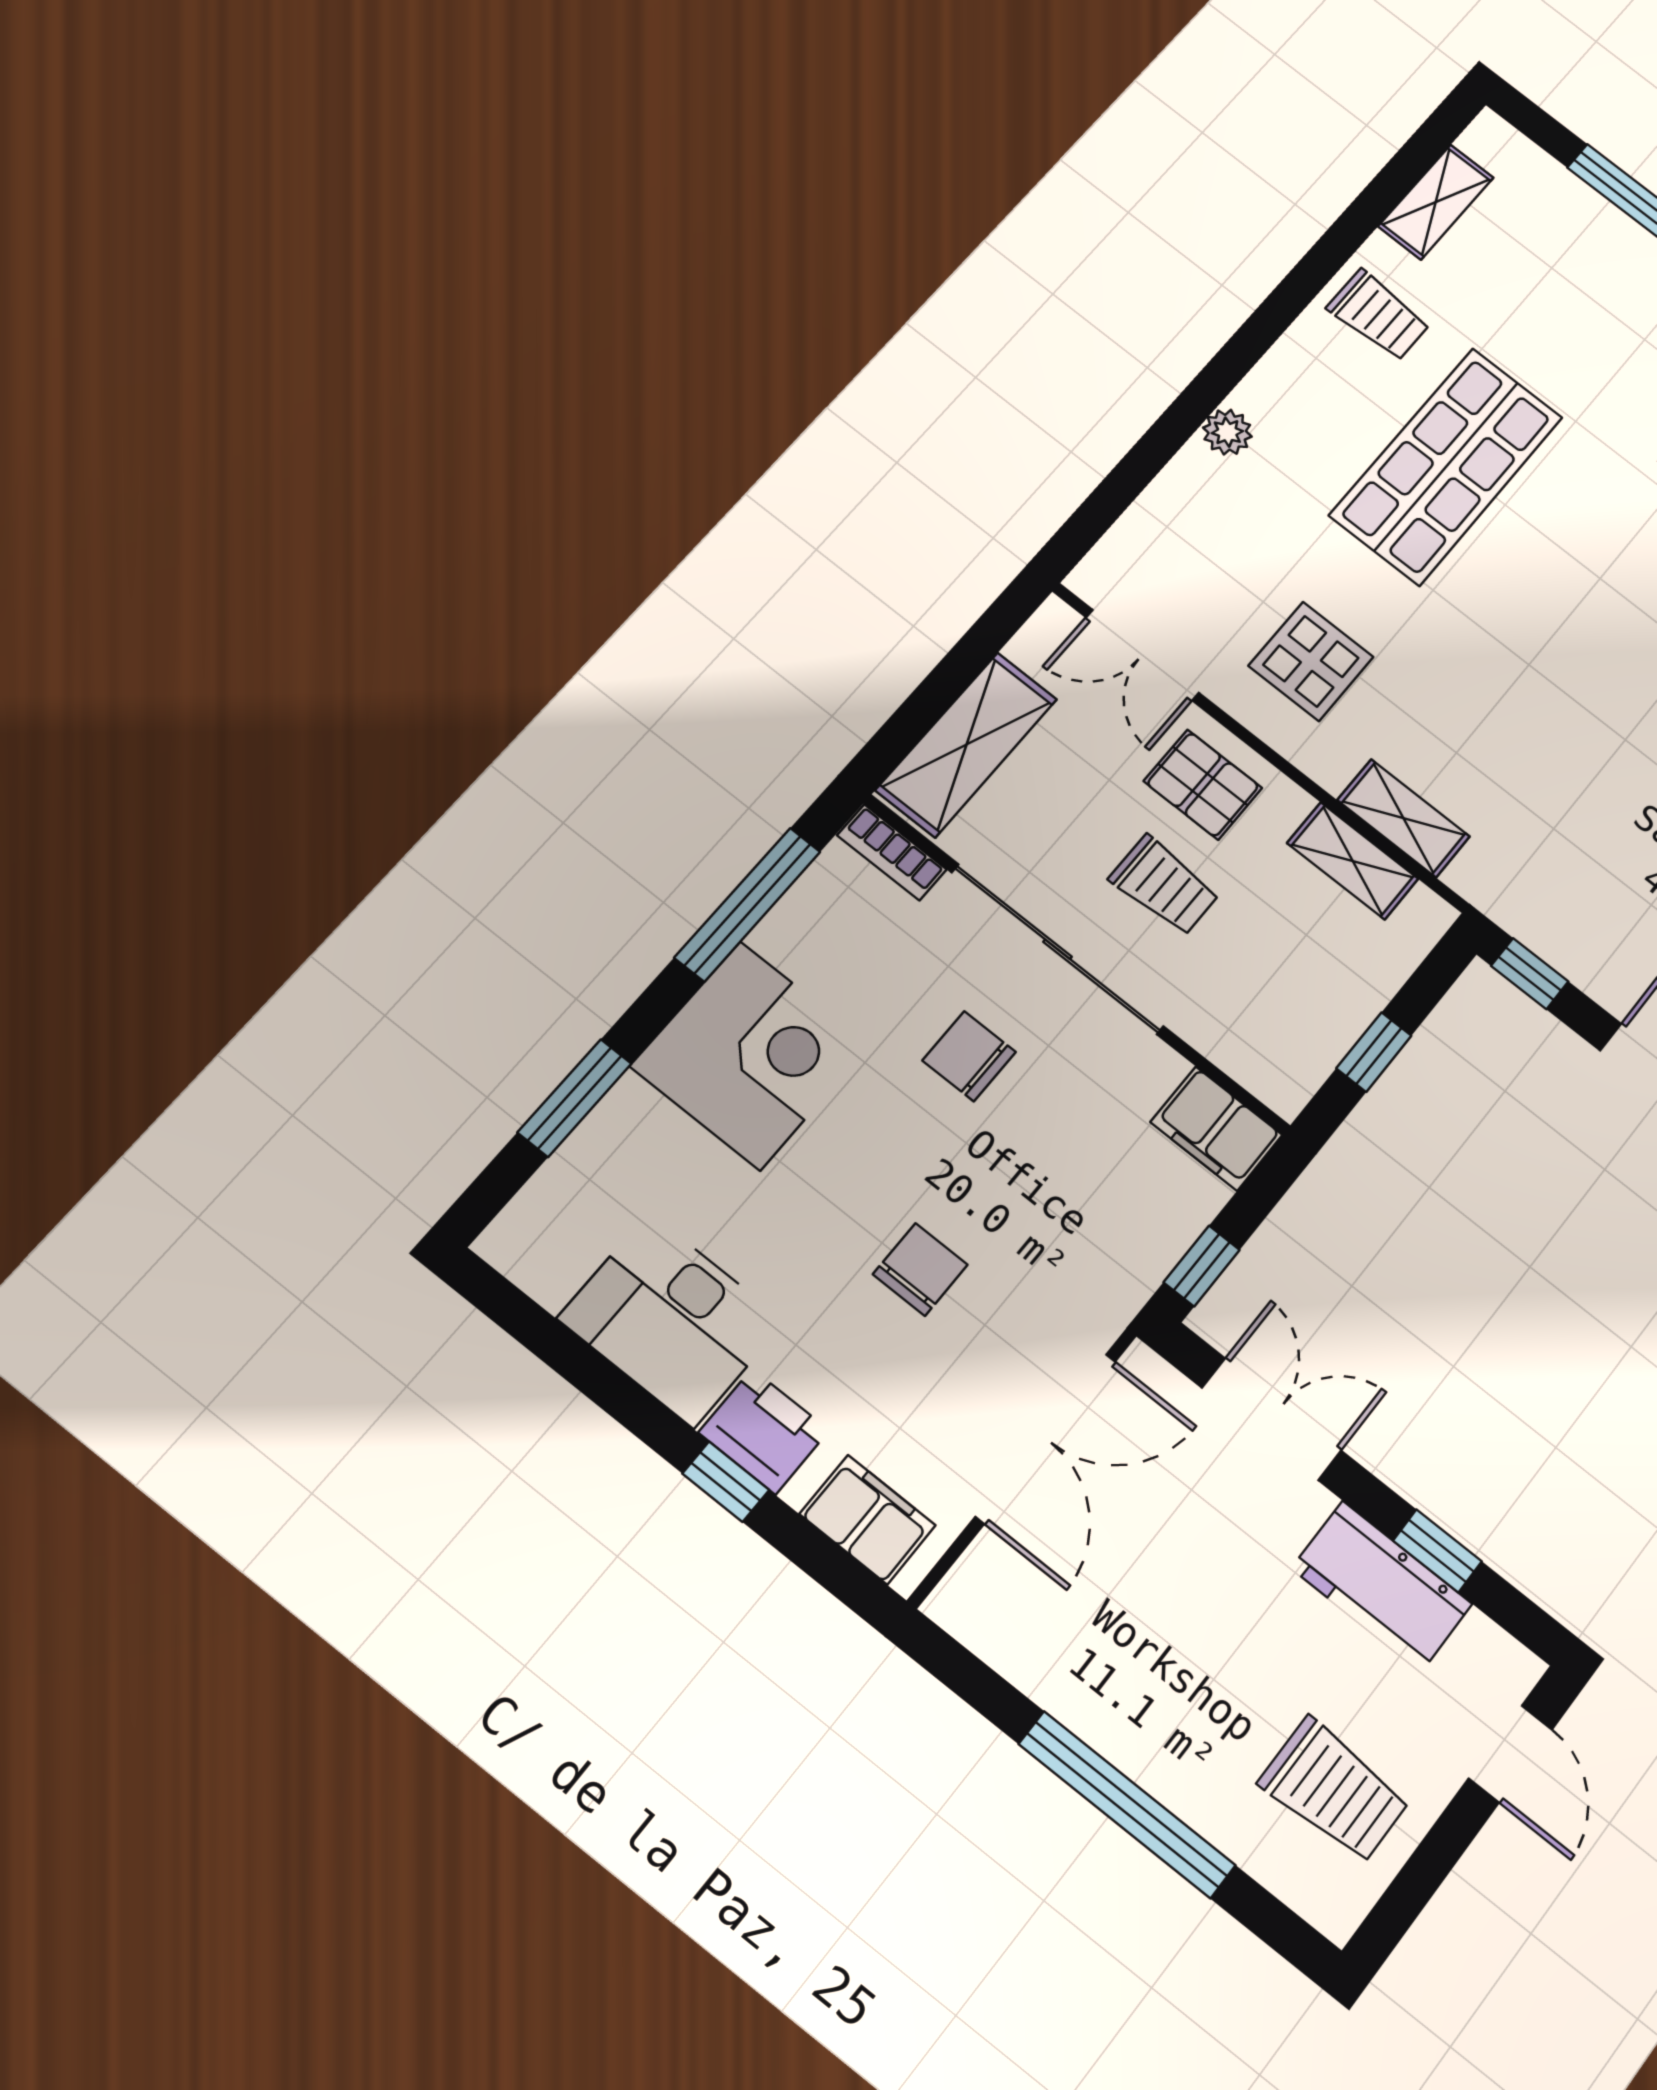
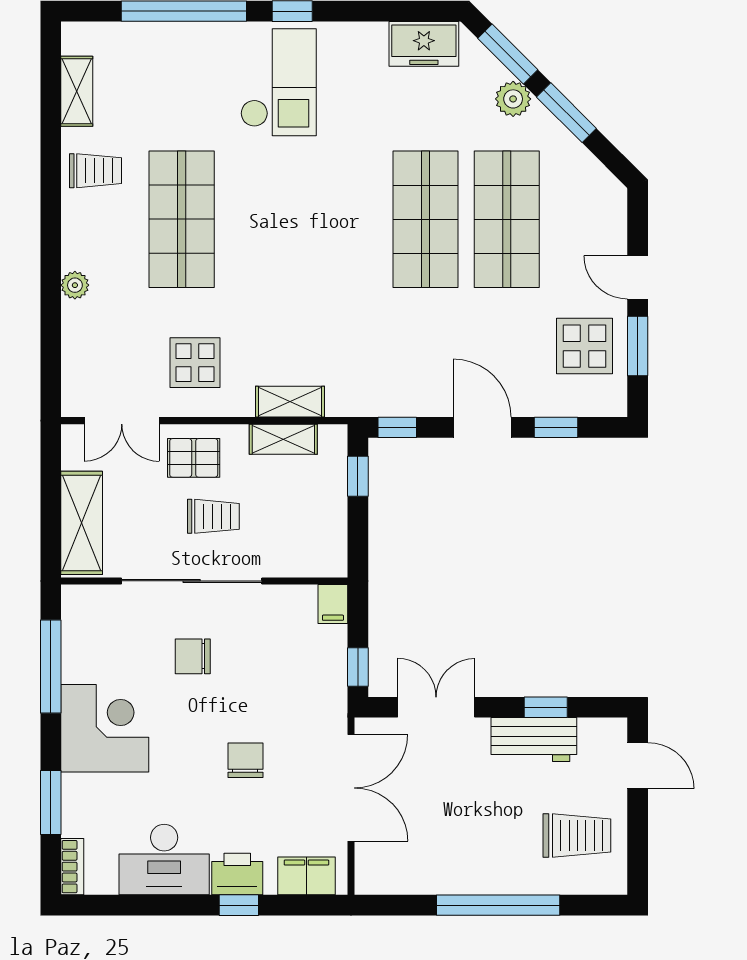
bookcase: (892, 852) -> (72, 867), moved, turned -90
window: (1374, 1052) -> (358, 476), moved
filing cabinet: (1216, 1129) -> (333, 604), width x0.50

